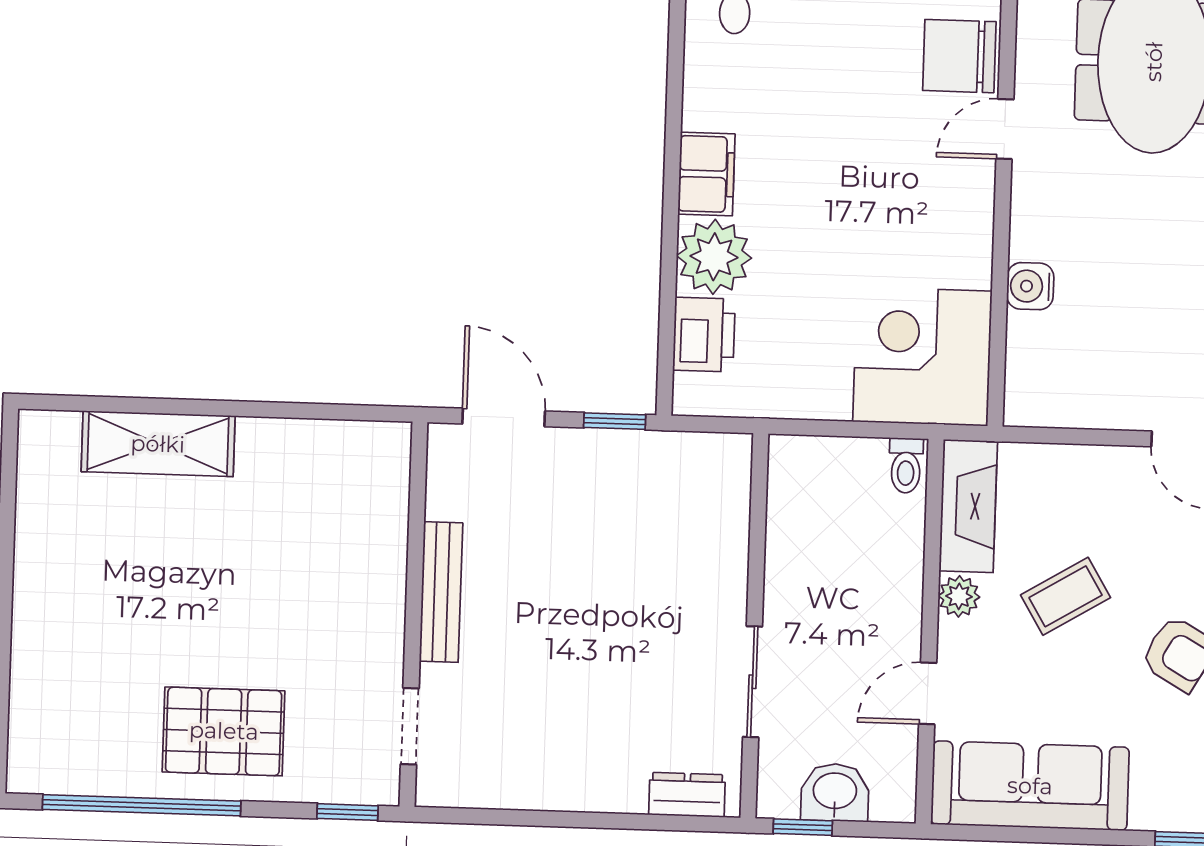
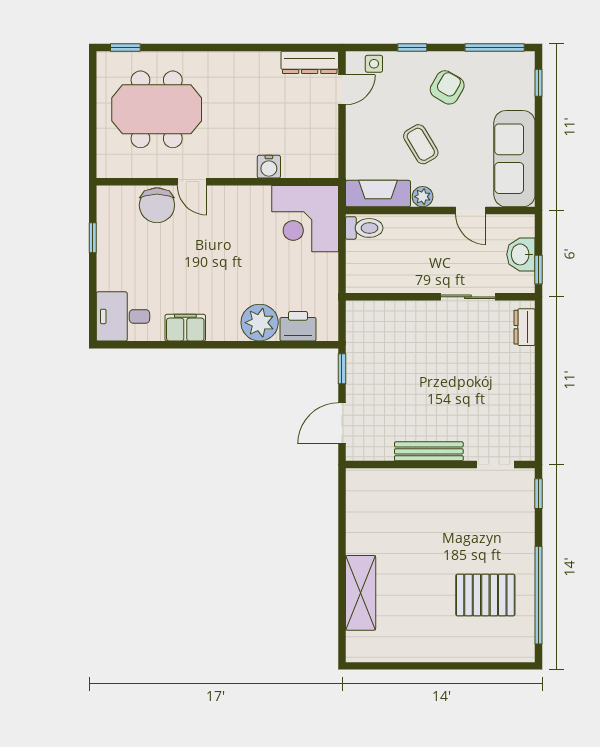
filing cabinet: (706, 174) -> (185, 328), moved
toilet: (906, 465) -> (364, 228), width x1.37, depth x1.39
pallet: (224, 731) -> (485, 595), moved, turned 90

